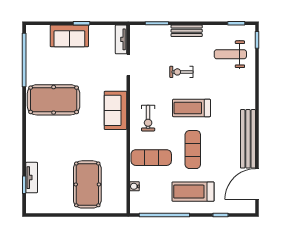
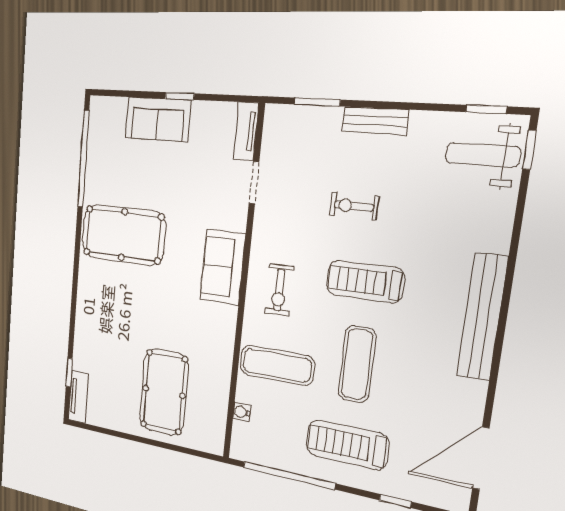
weight bench: (230, 54) -> (483, 155), moved
bench: (248, 139) -> (482, 317), moved
tv unit: (32, 178) -> (78, 397), moved

